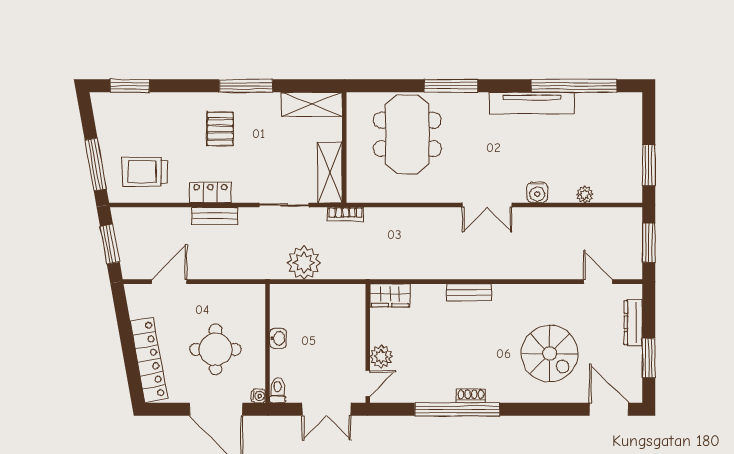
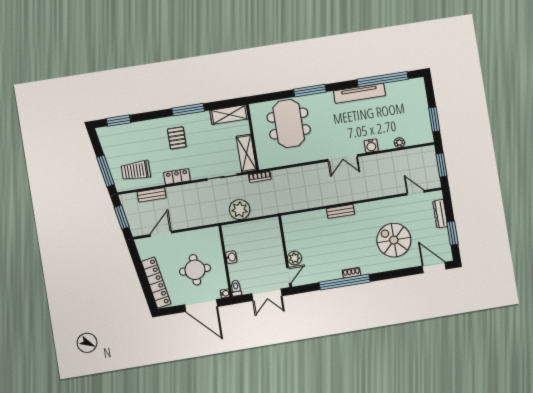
bench: (215, 216) -> (152, 195), moved
wardrobe: (390, 295) -> (294, 221), removed
spiral stairs: (550, 354) -> (394, 240), turned 180

